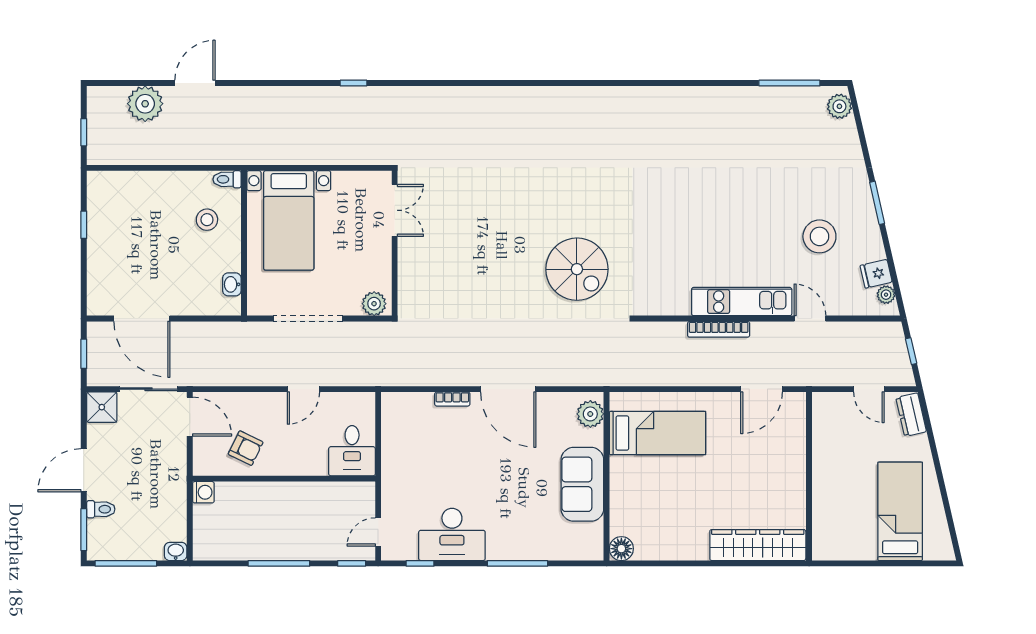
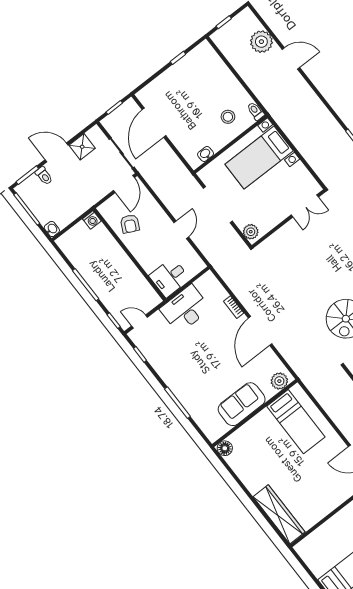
door: (303, 389) -> (181, 230), swing flipped
shower: (102, 407) -> (82, 147), moved
desk: (452, 534) -> (185, 309), moved, turned 90

